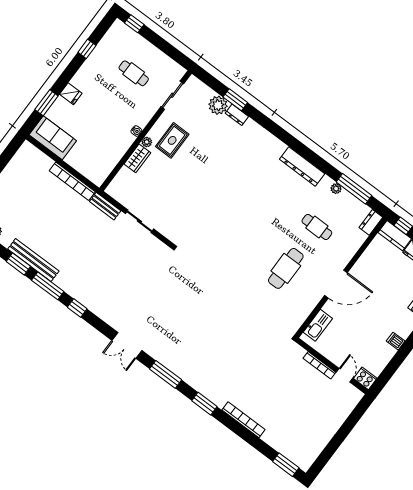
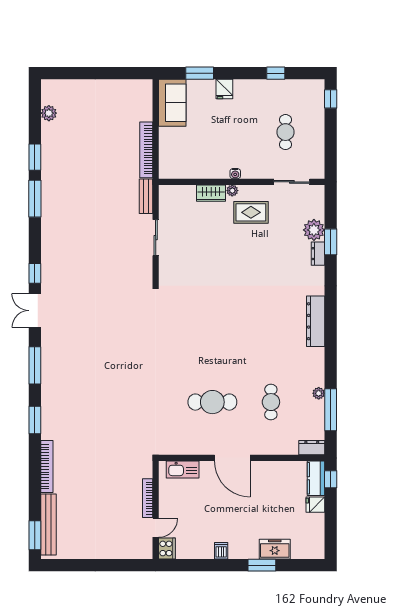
dresser: (302, 166) -> (316, 321), moved
bench: (33, 260) -> (49, 525), moved
window: (77, 308) -> (35, 273), moved

